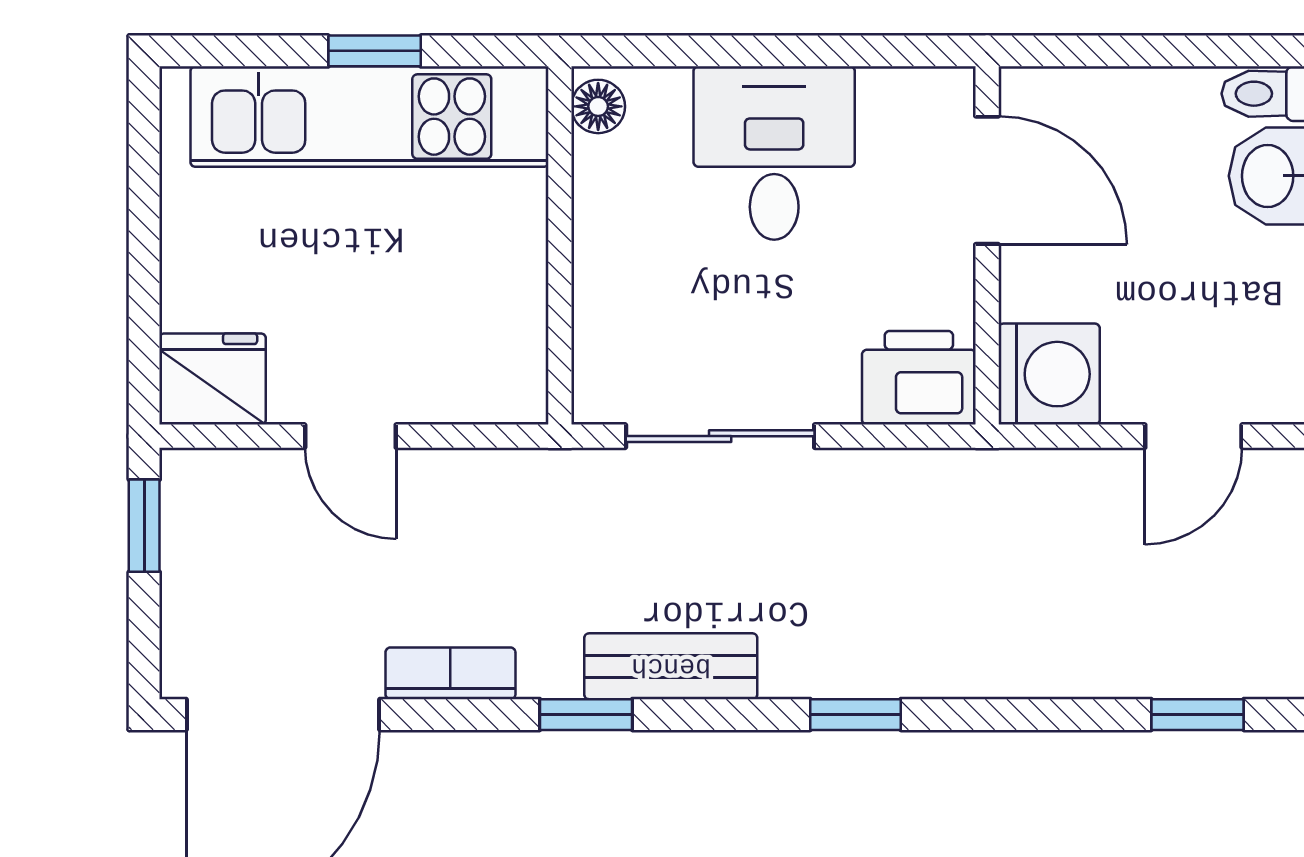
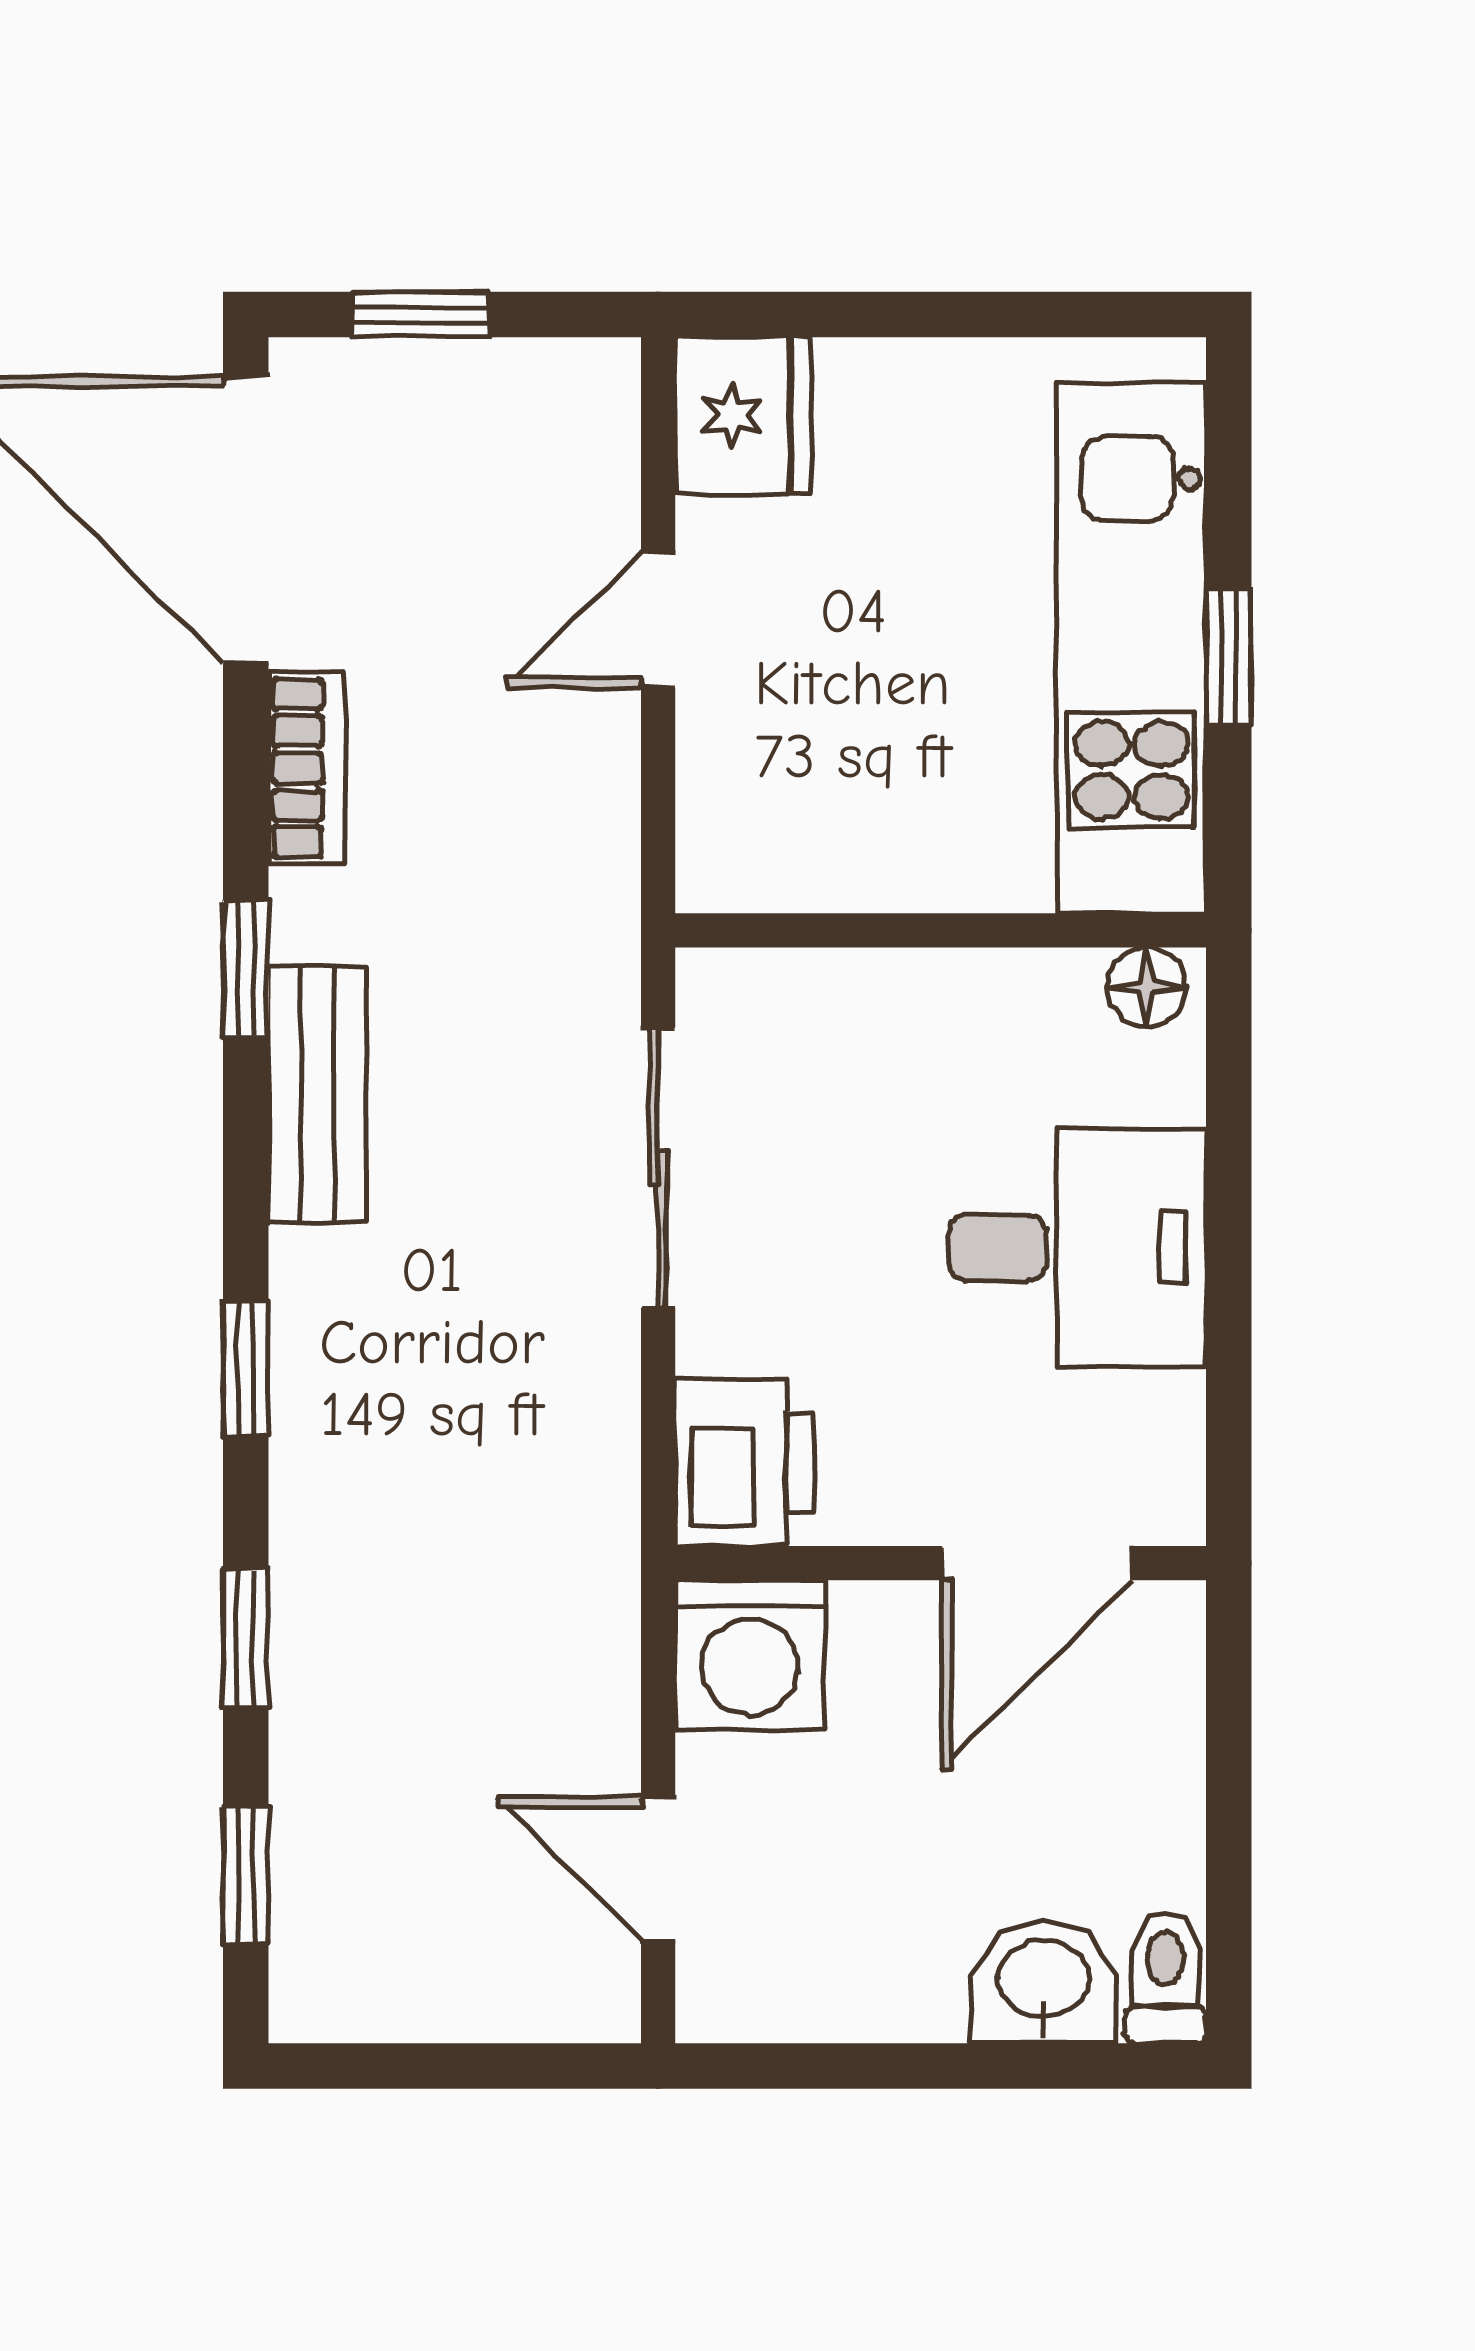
window: (144, 526) -> (421, 314), moved
window: (1038, 715) -> (246, 1638), added

